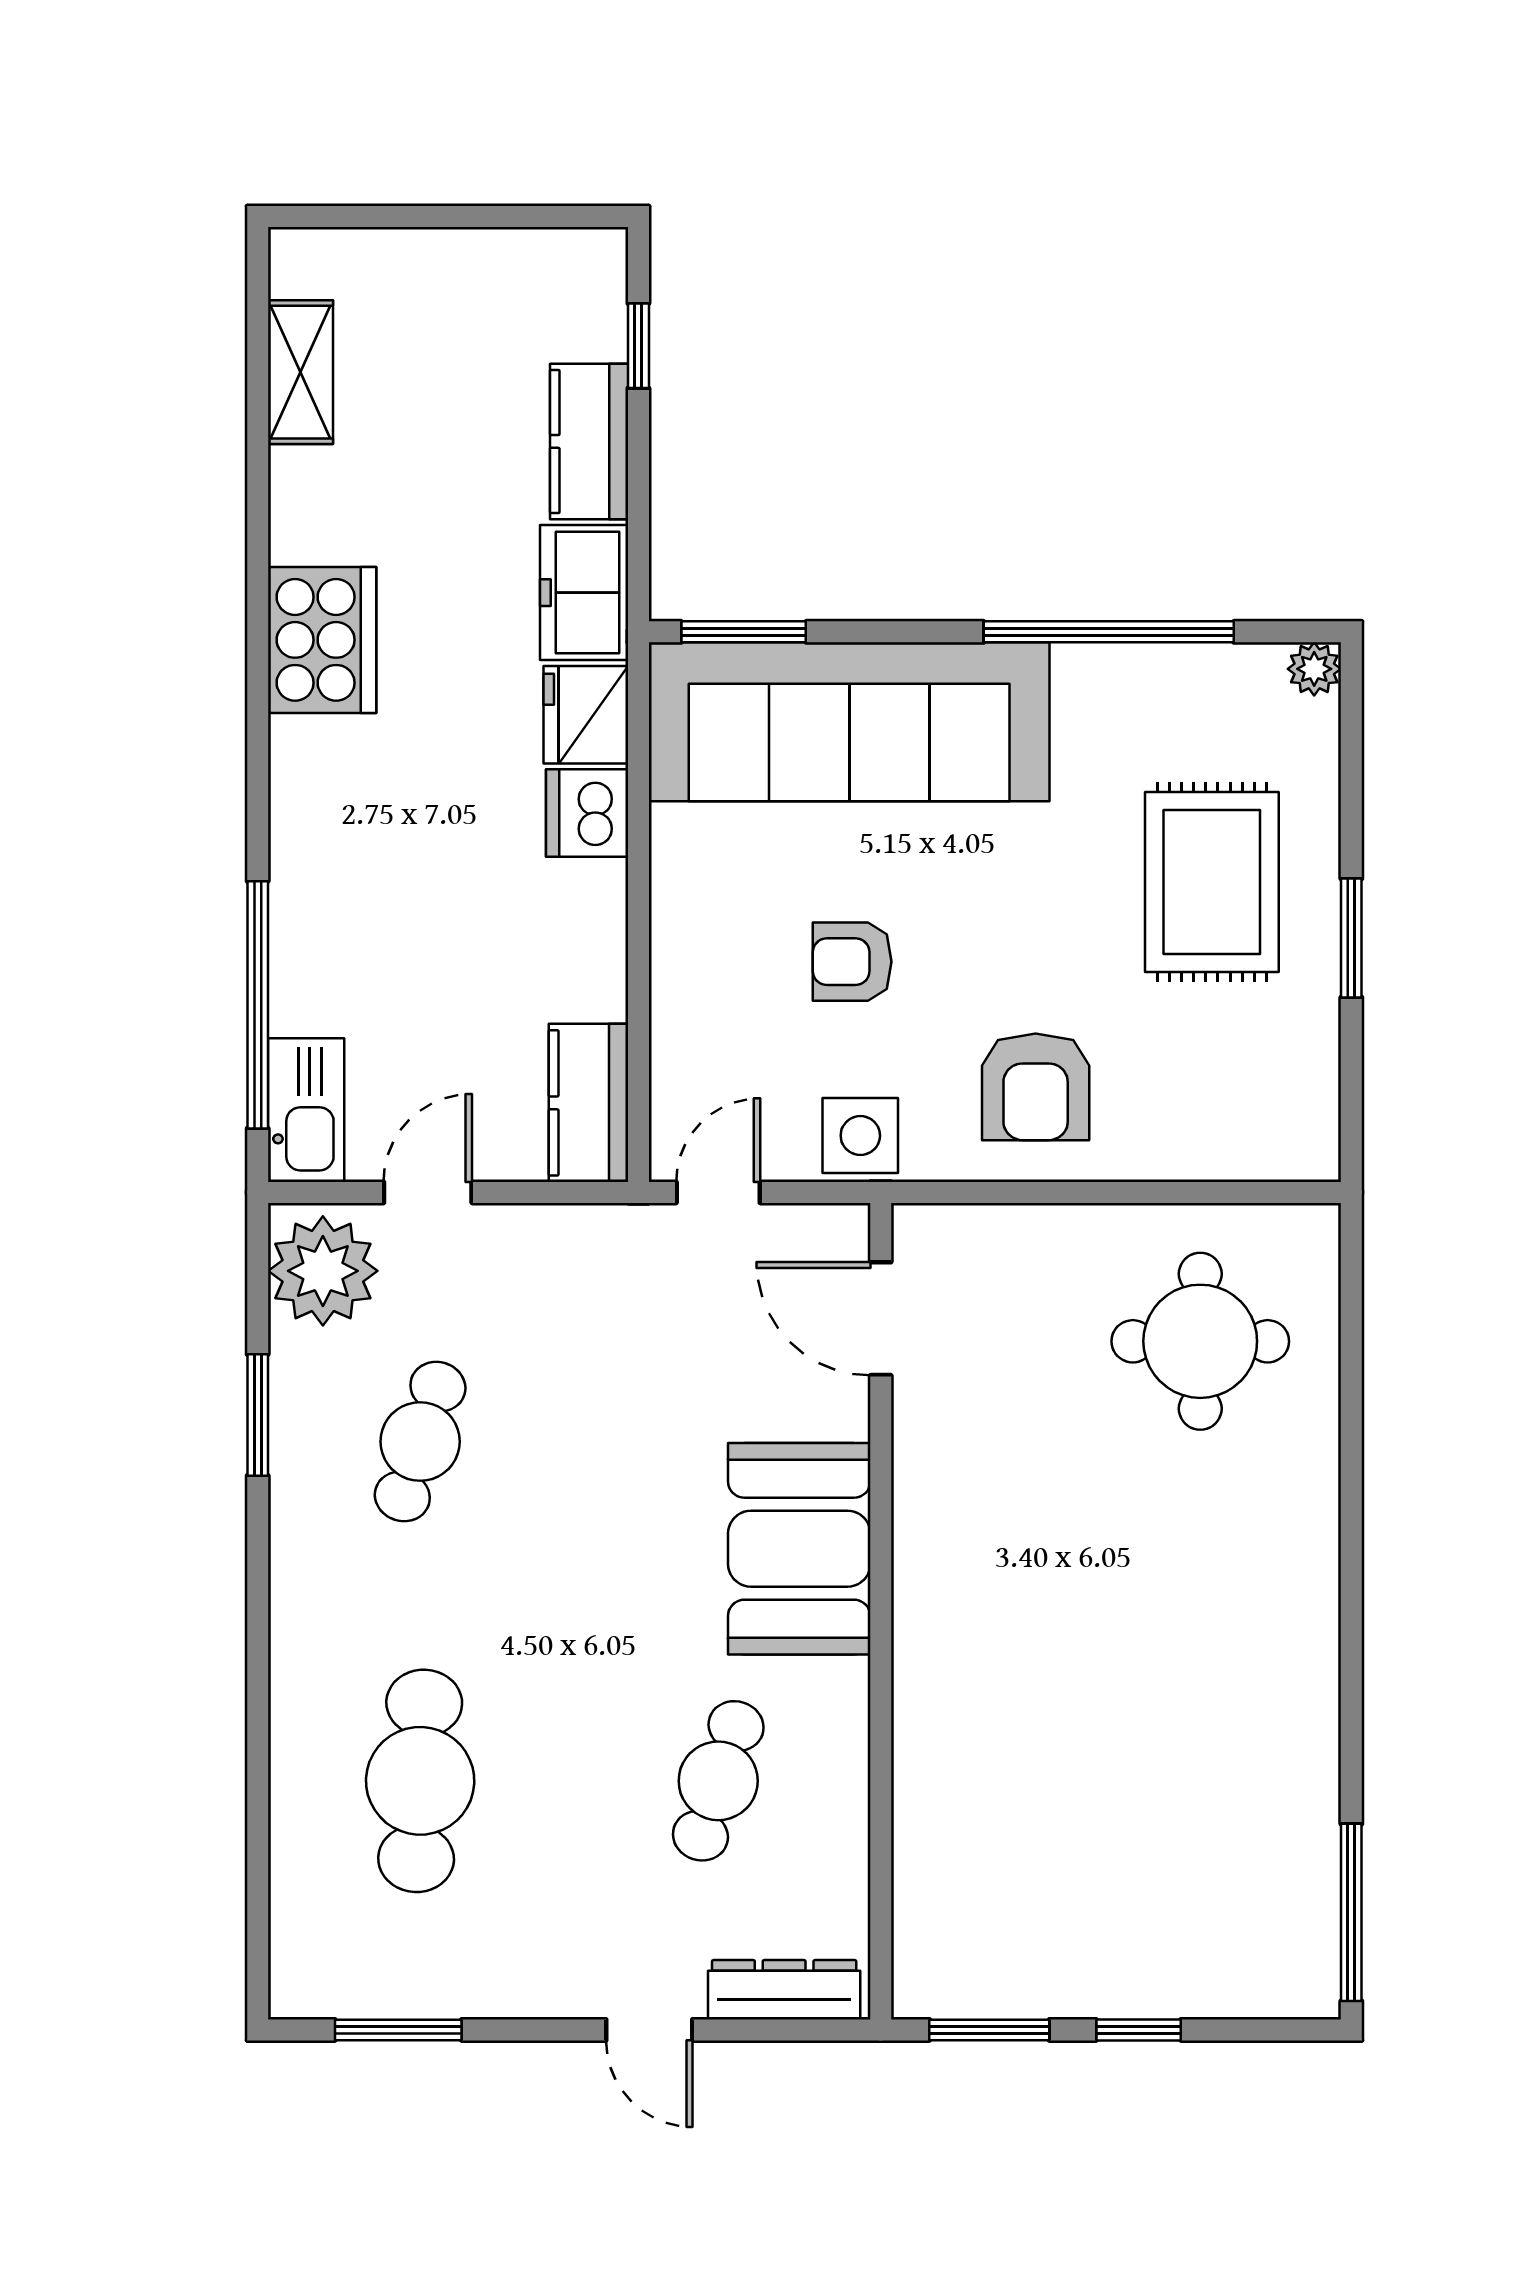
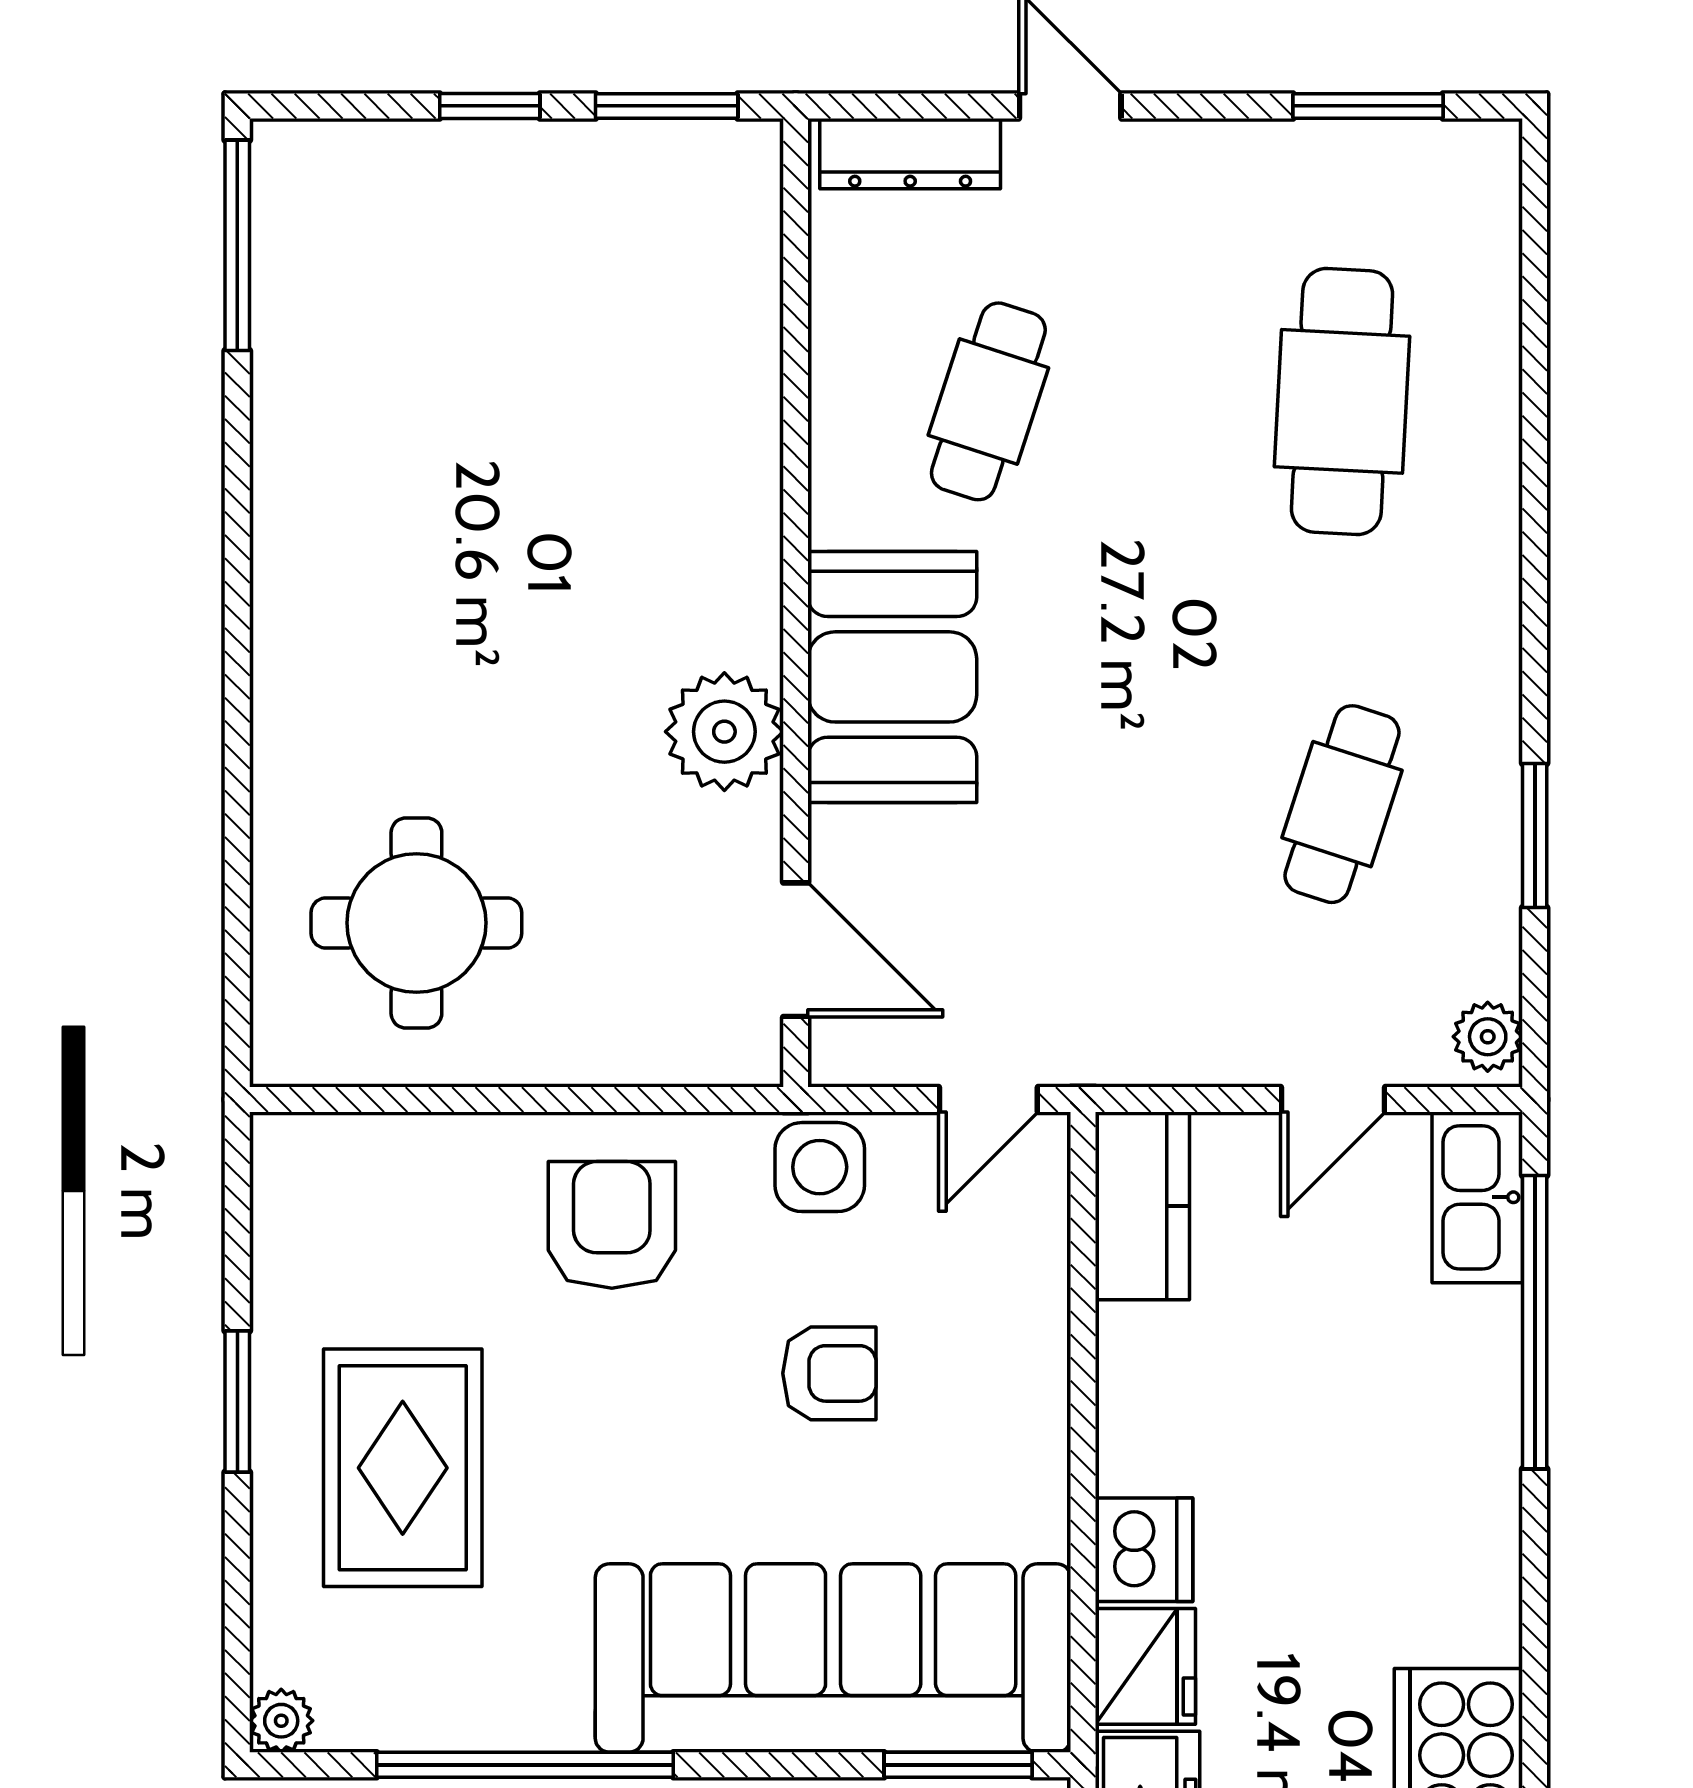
plant: (323, 1271) -> (1488, 1037), width x0.53, depth x0.53
plant: (941, 1503) -> (724, 732), added

